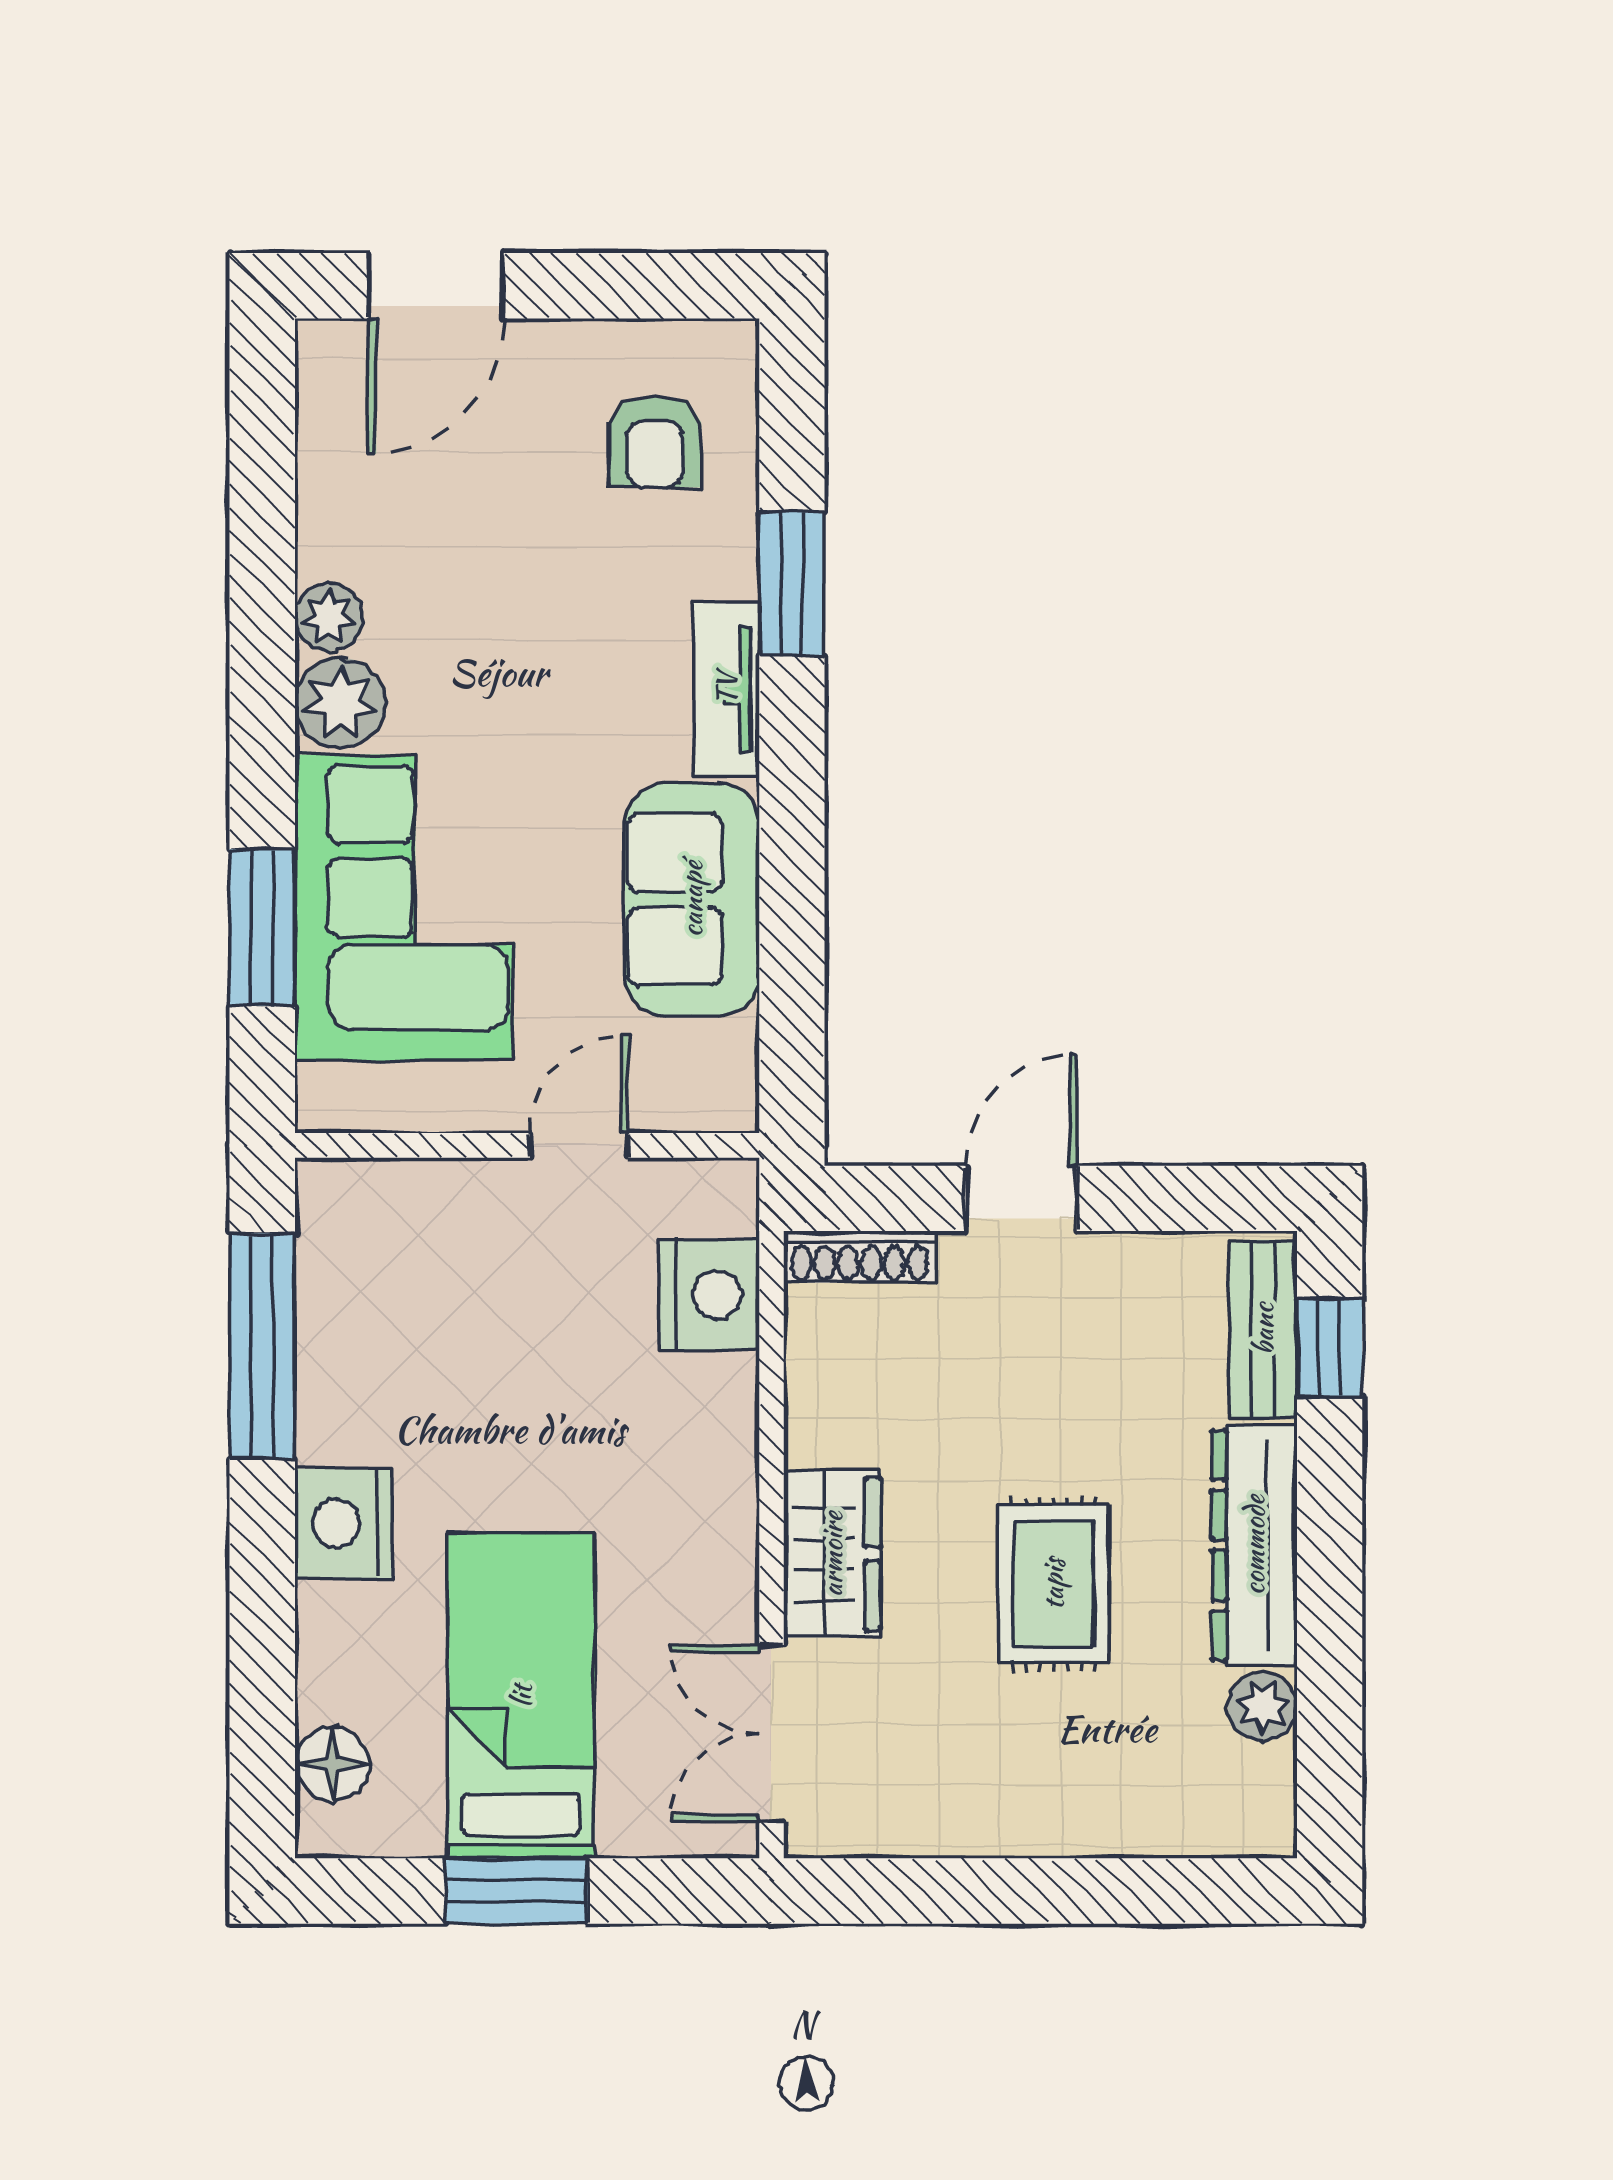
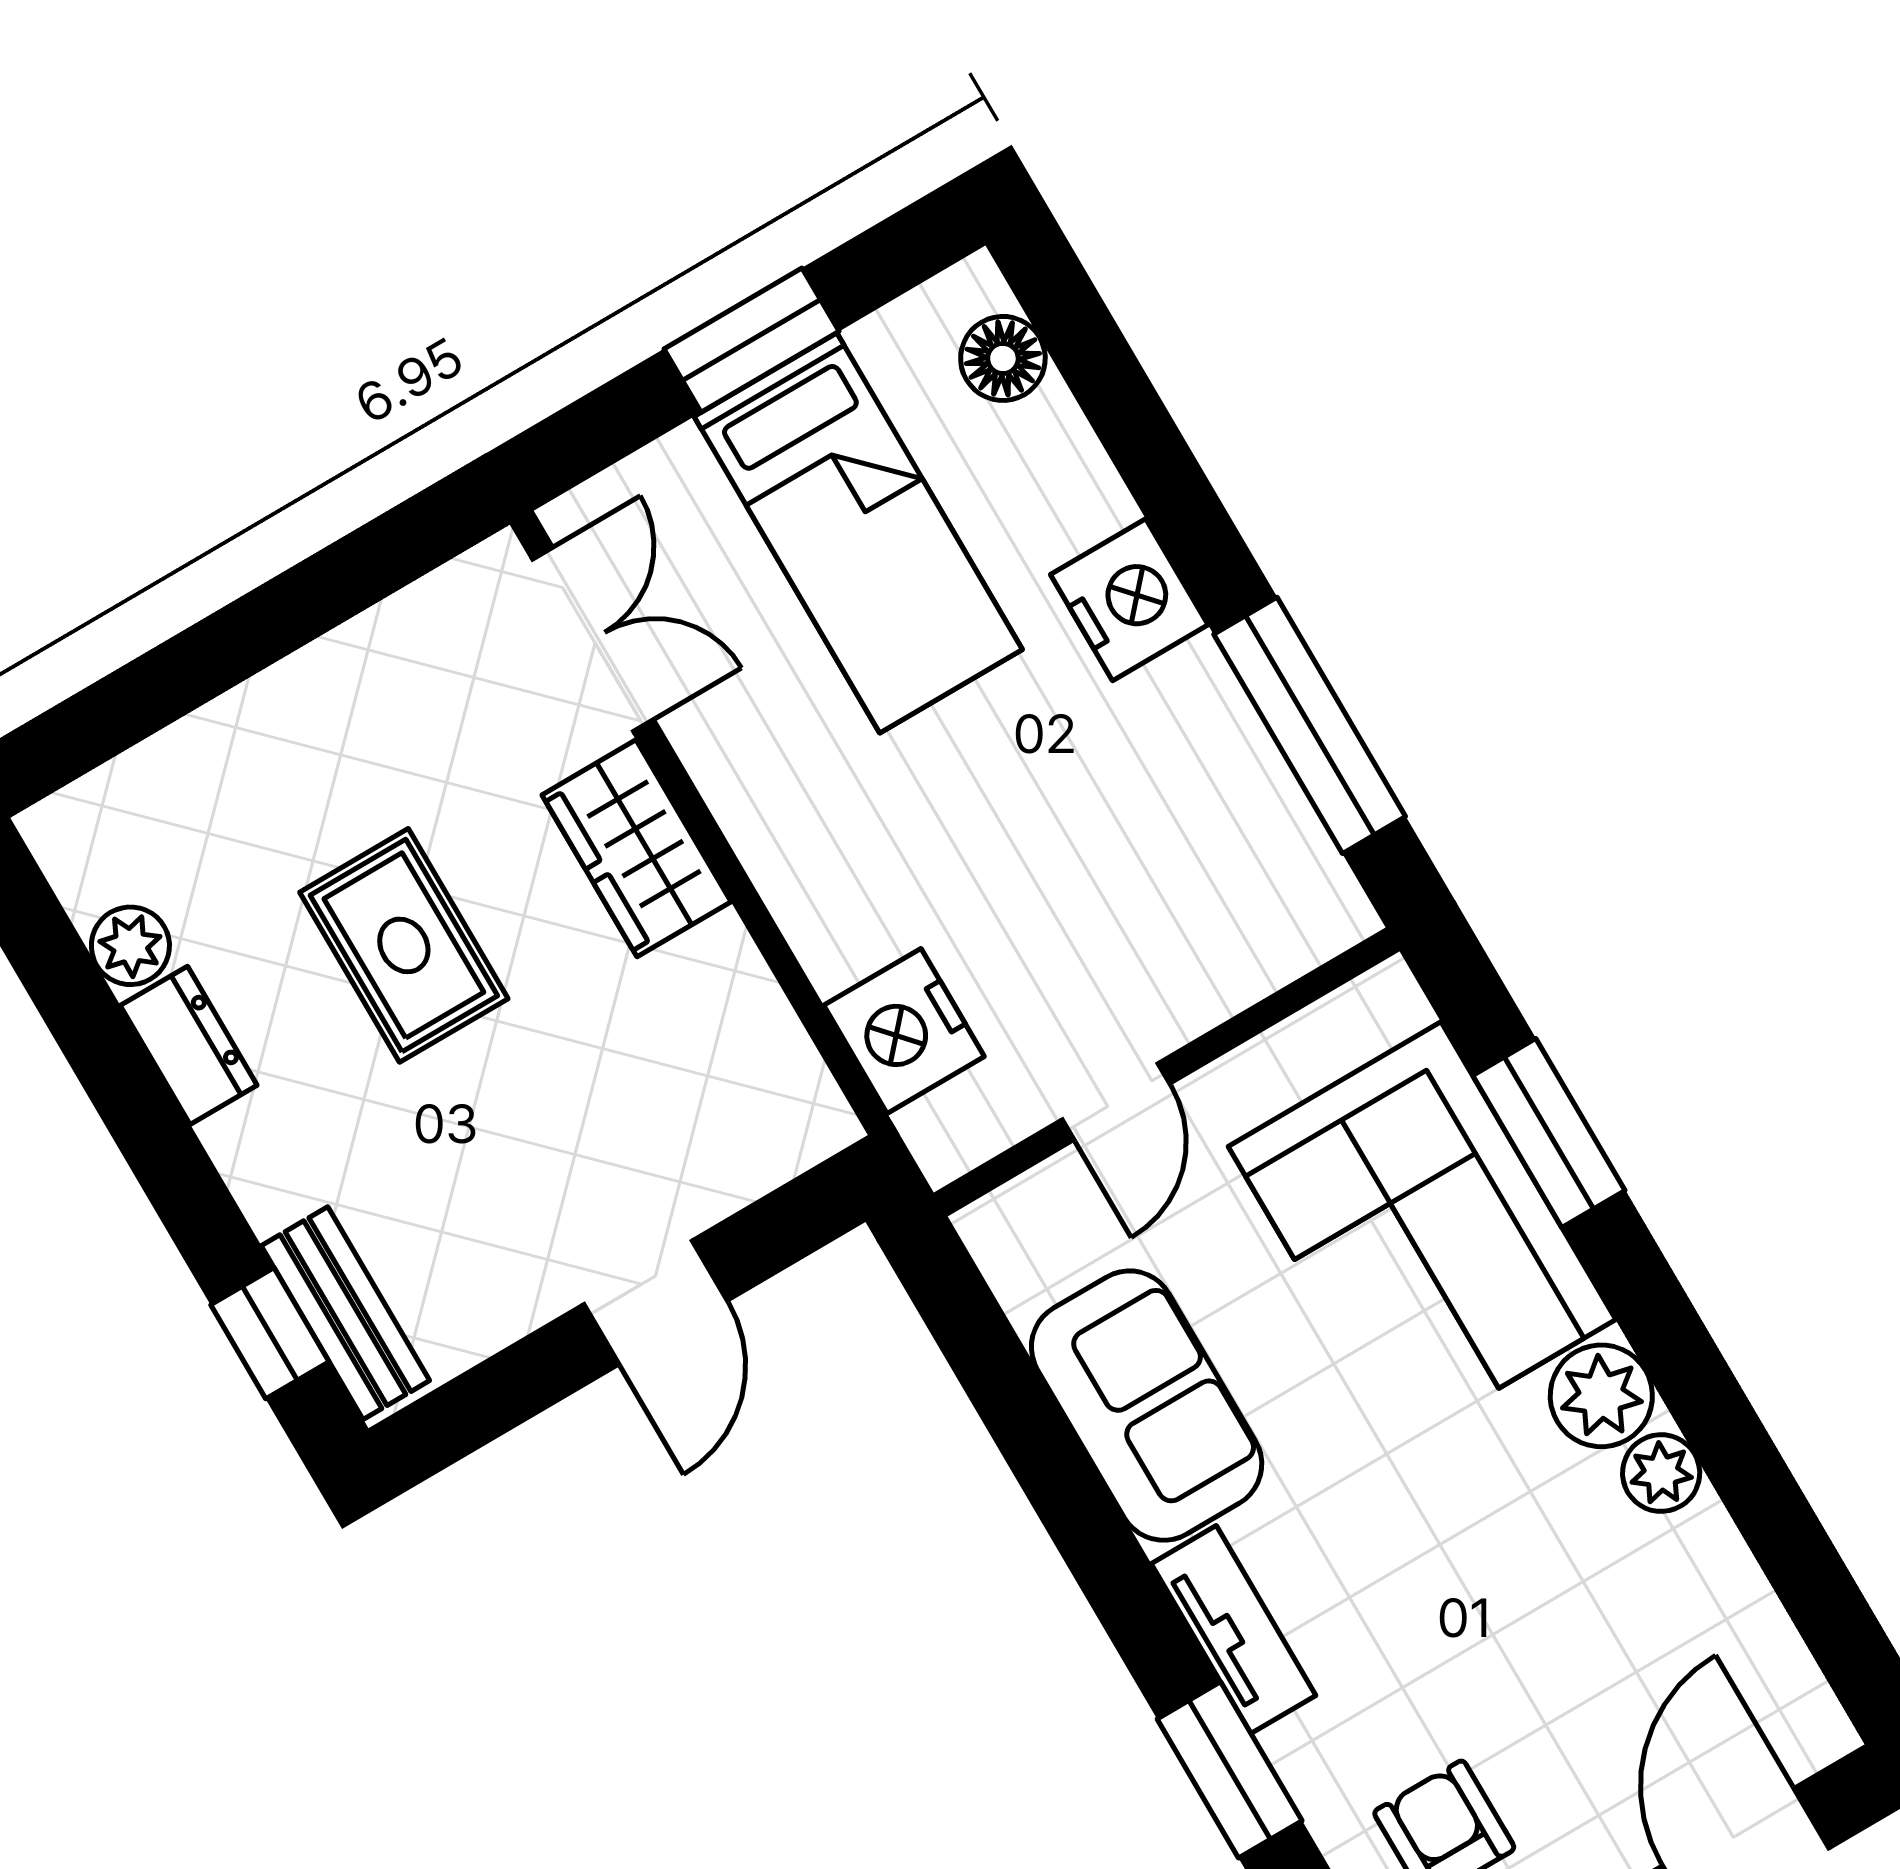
shoe rack: (860, 1257) -> (779, 1153), removed
dresser: (1254, 1545) -> (189, 1045), width x0.51, depth x0.80

